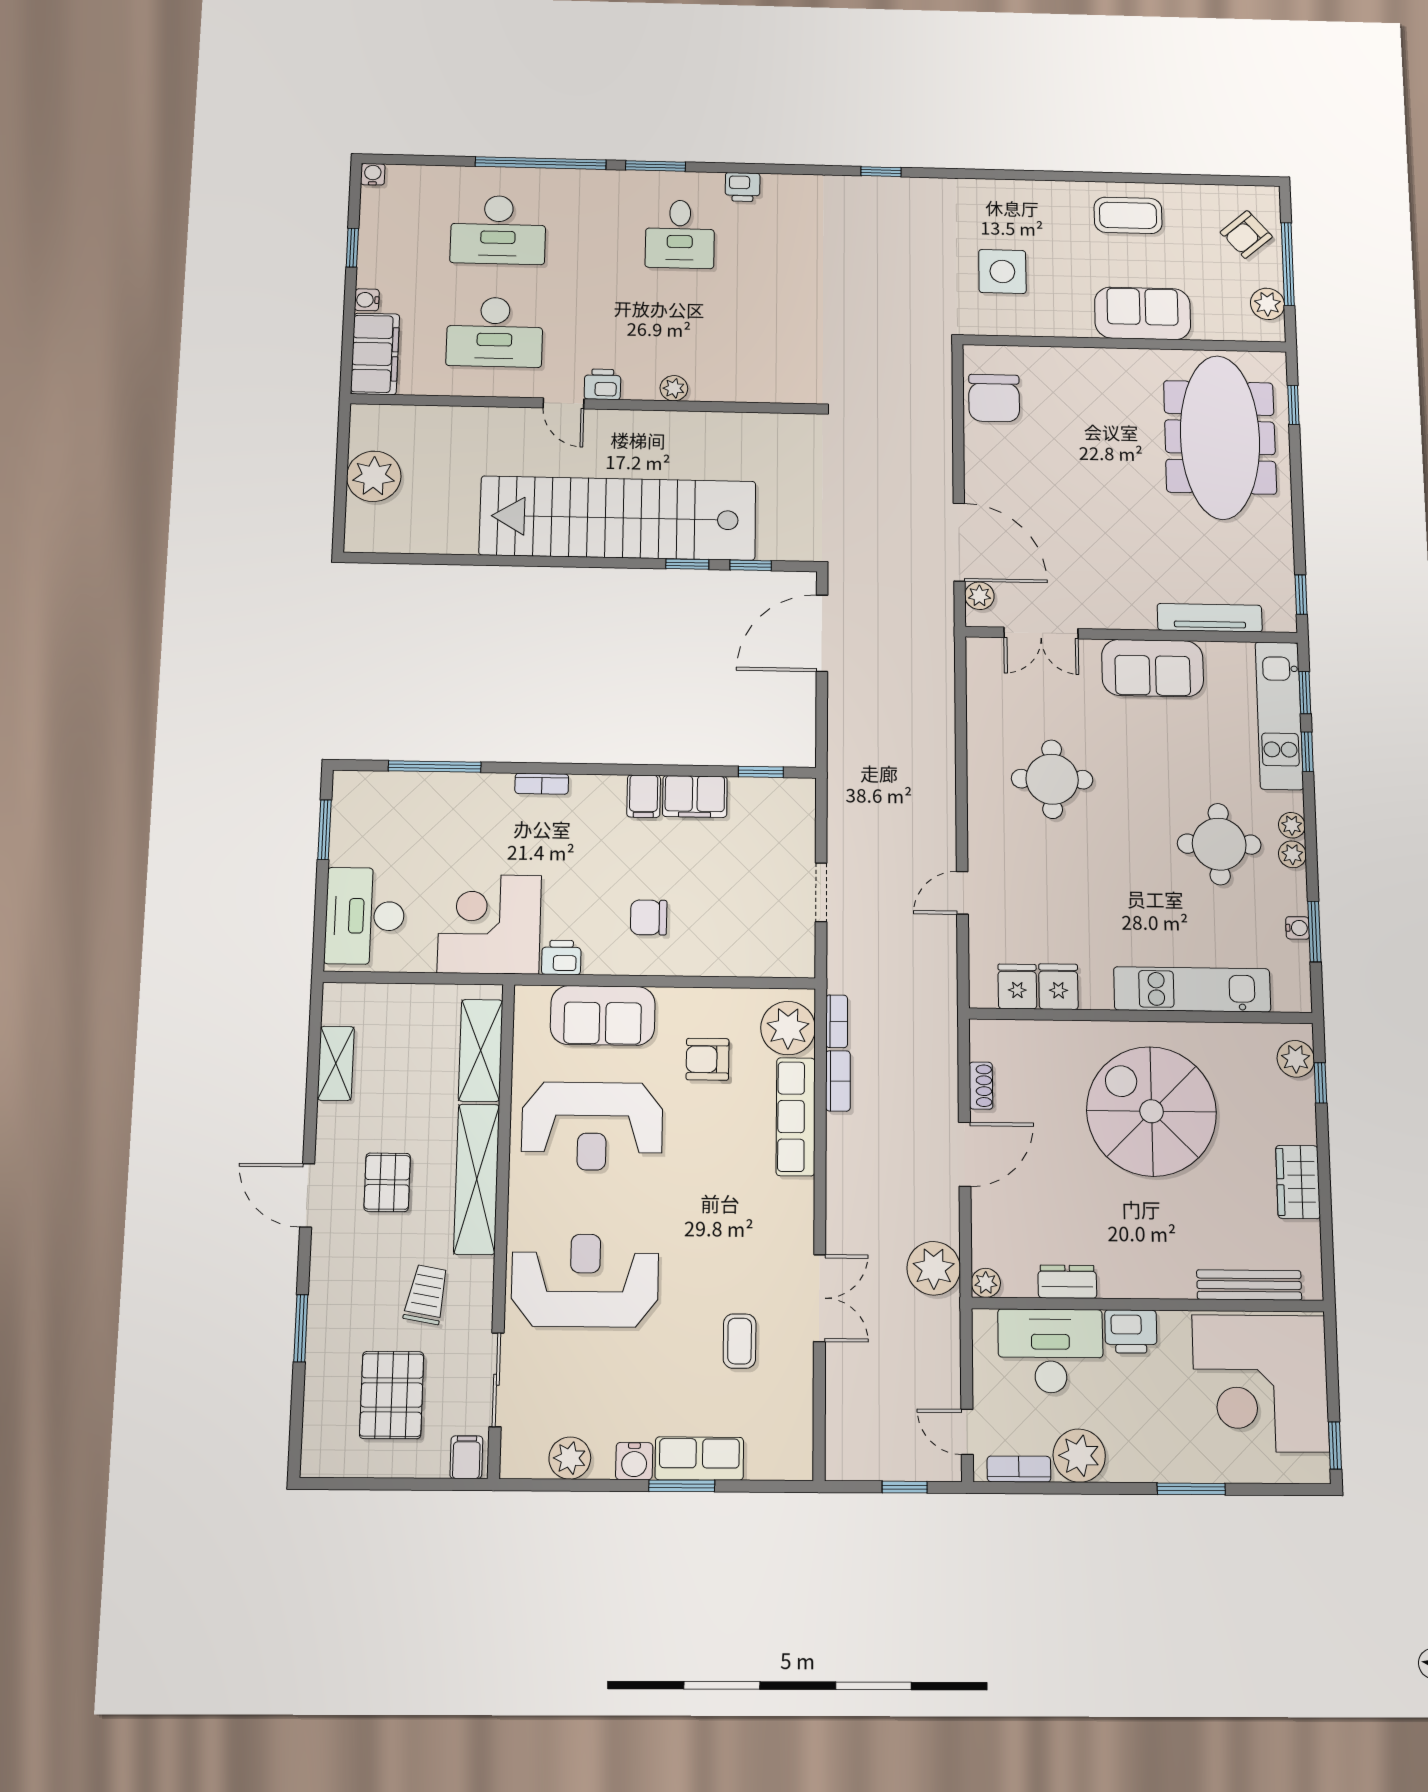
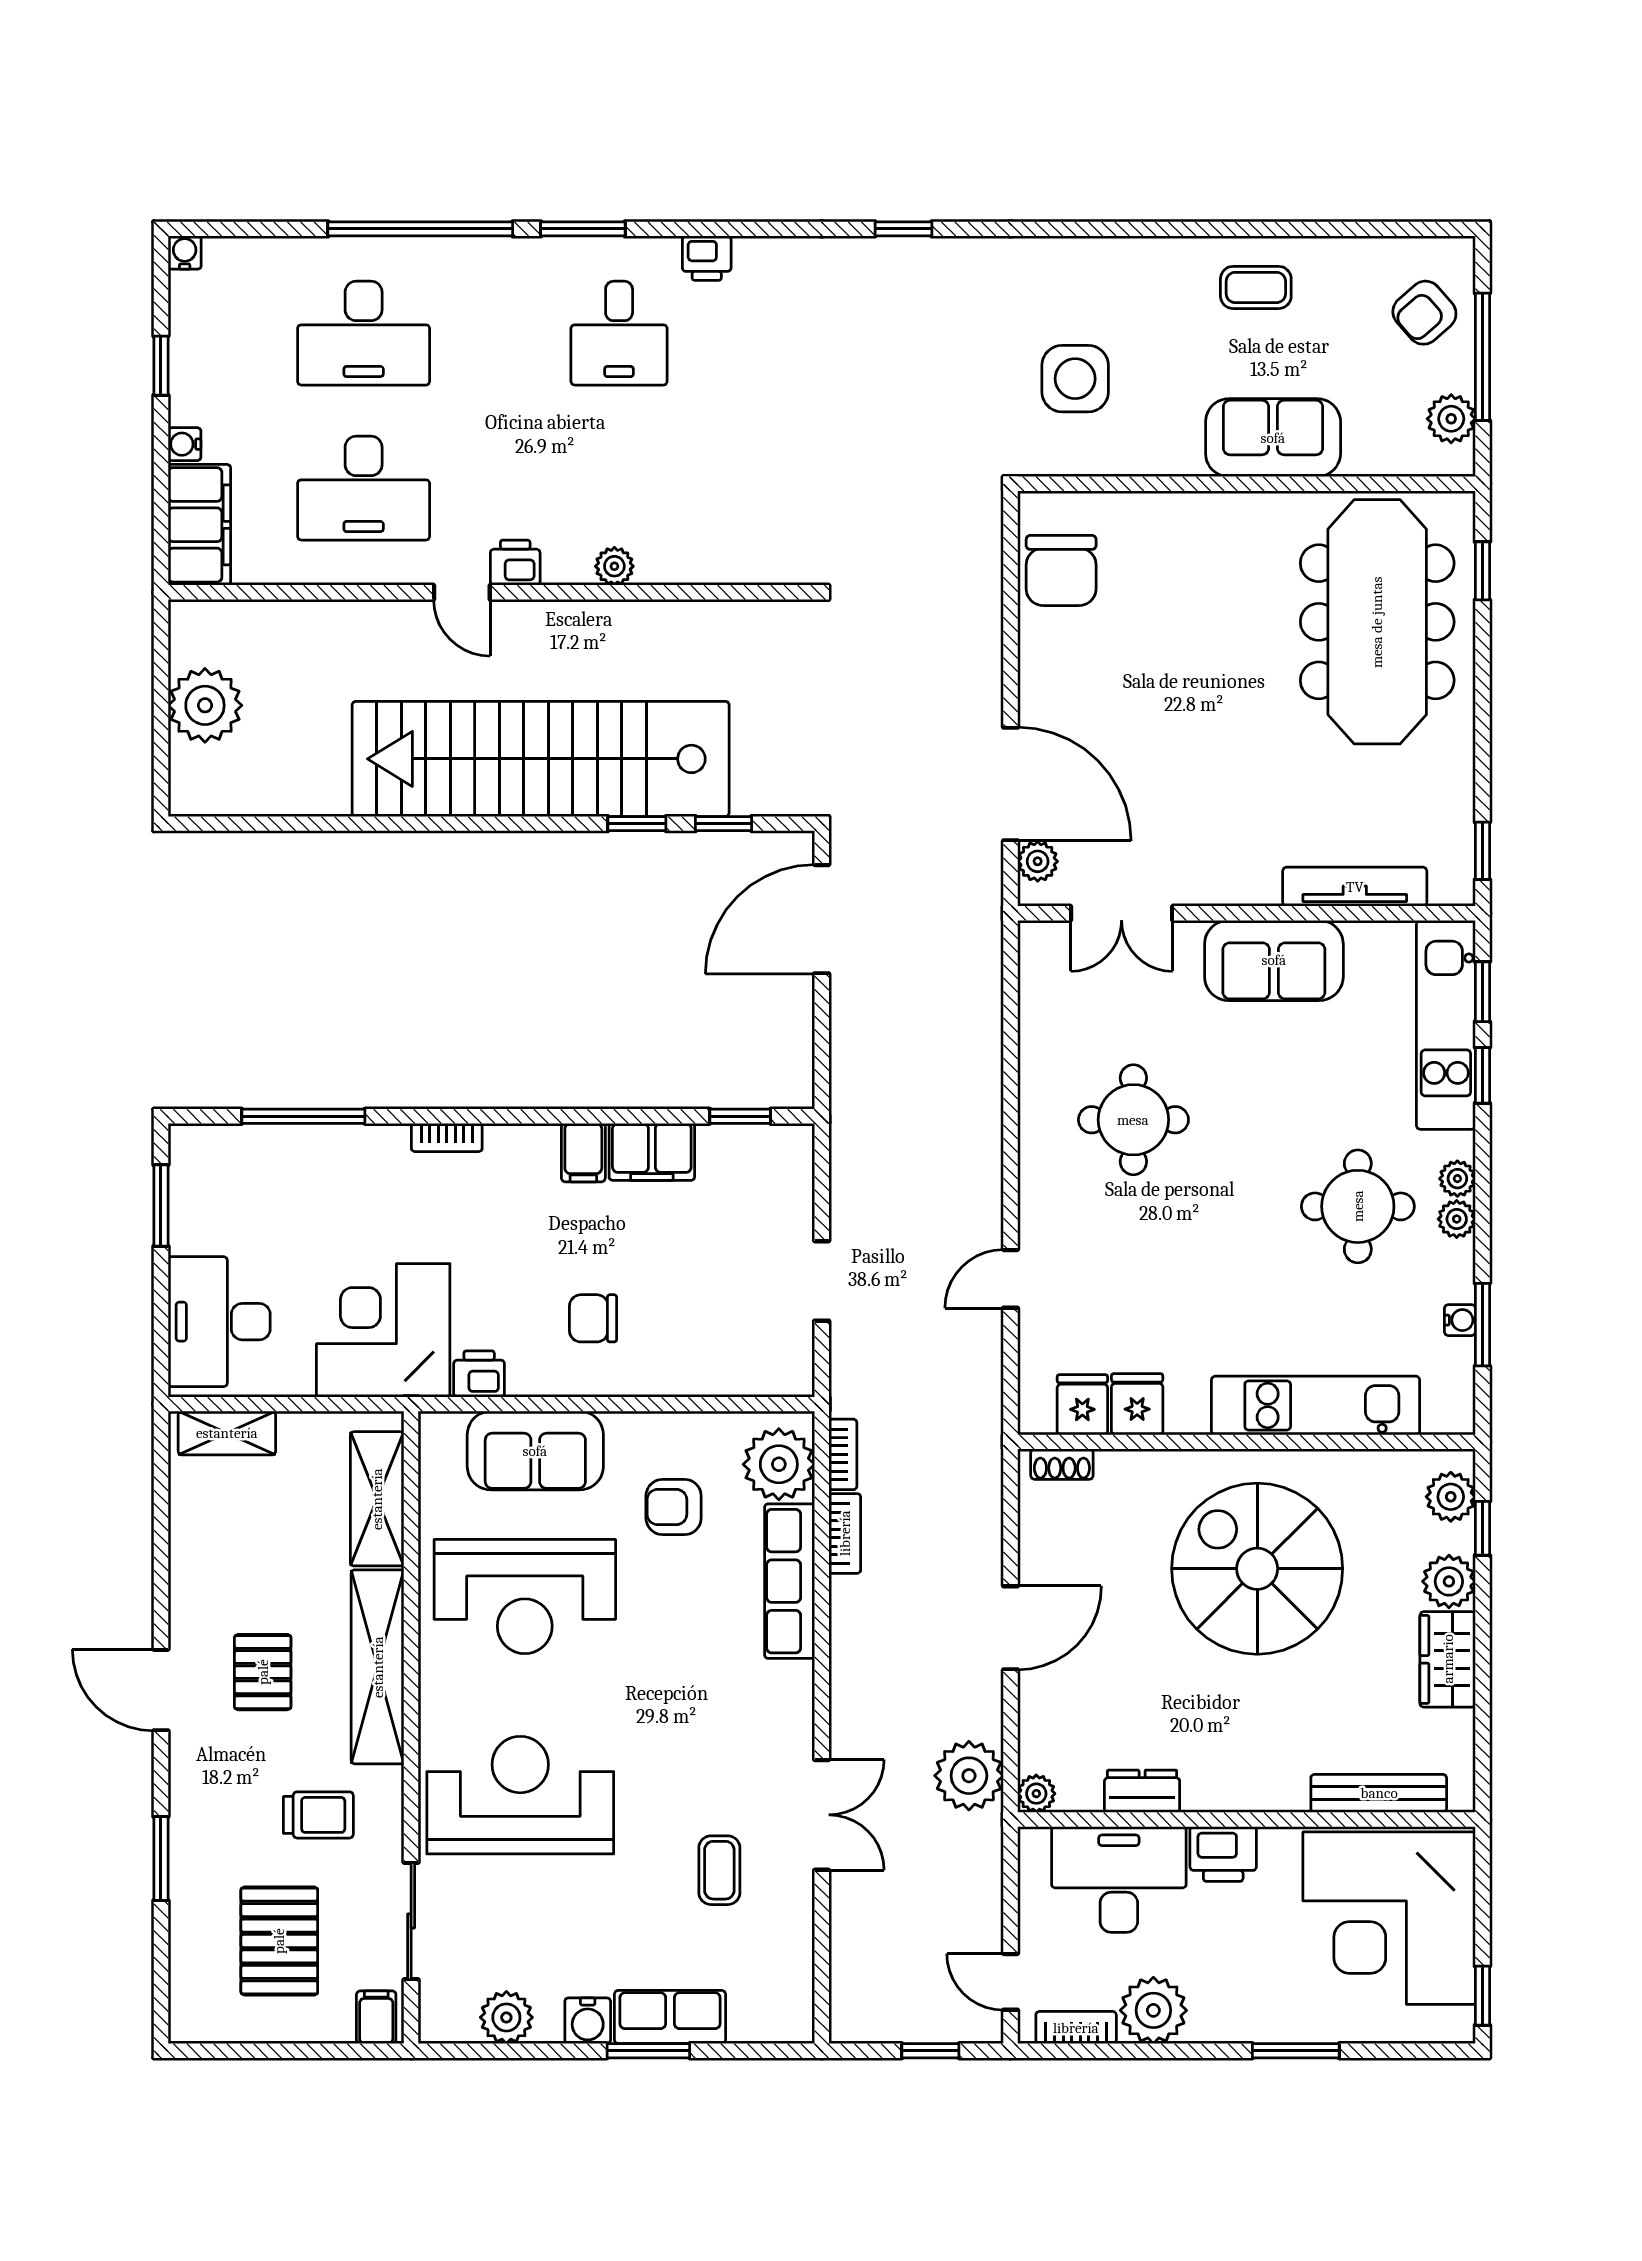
coffee table: (1128, 215) -> (1256, 287), width x0.73, depth x0.77
shelving: (336, 1063) -> (227, 1433), moved, turned 90
shoe rack: (981, 1086) -> (1062, 1464), moved, turned 90
plant: (1297, 1123) -> (1449, 1581), added
trolley: (426, 1295) -> (318, 1815), turned 80

